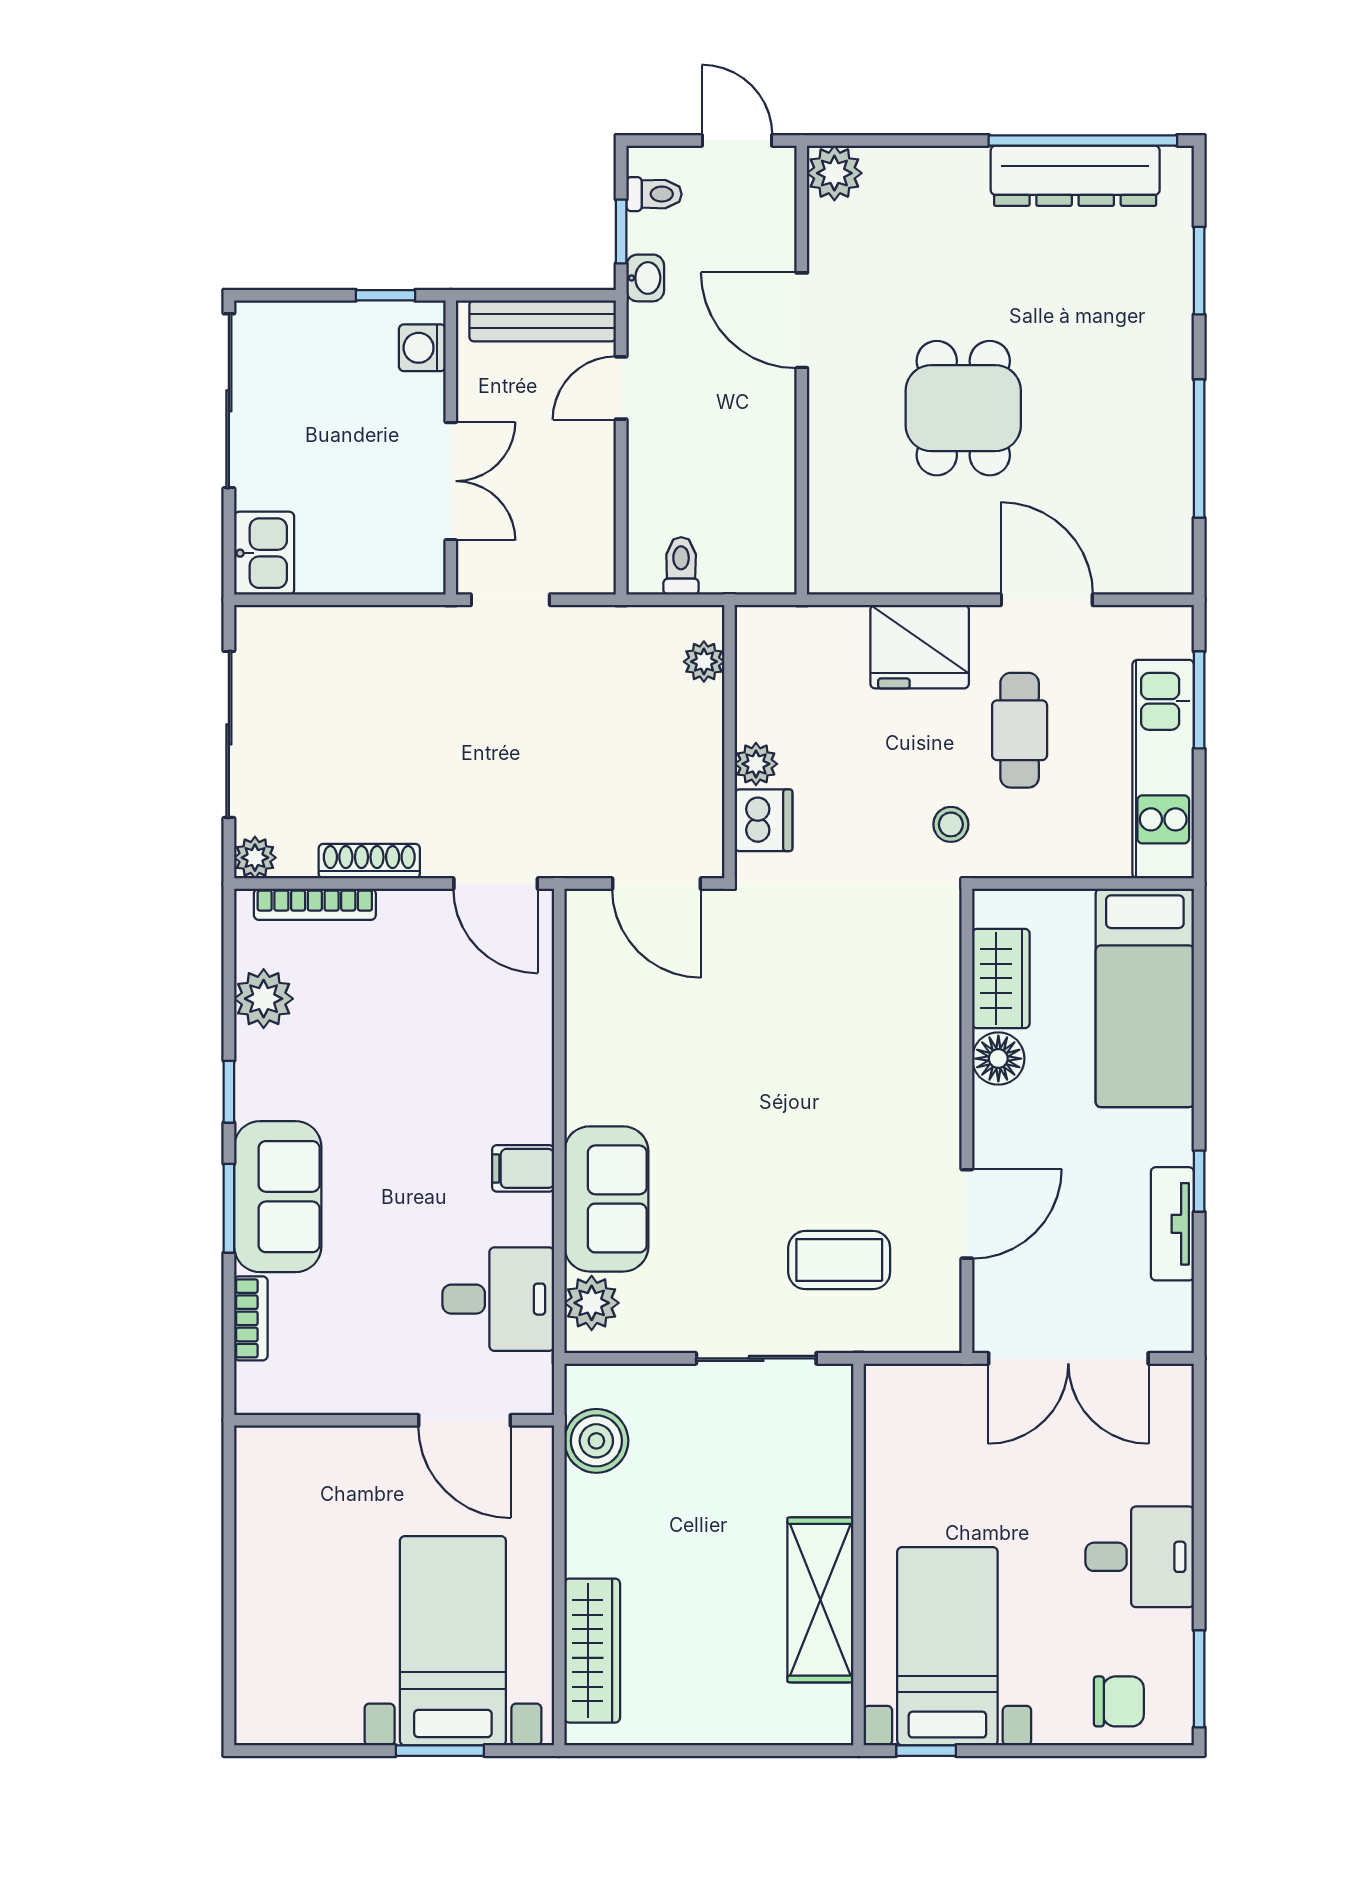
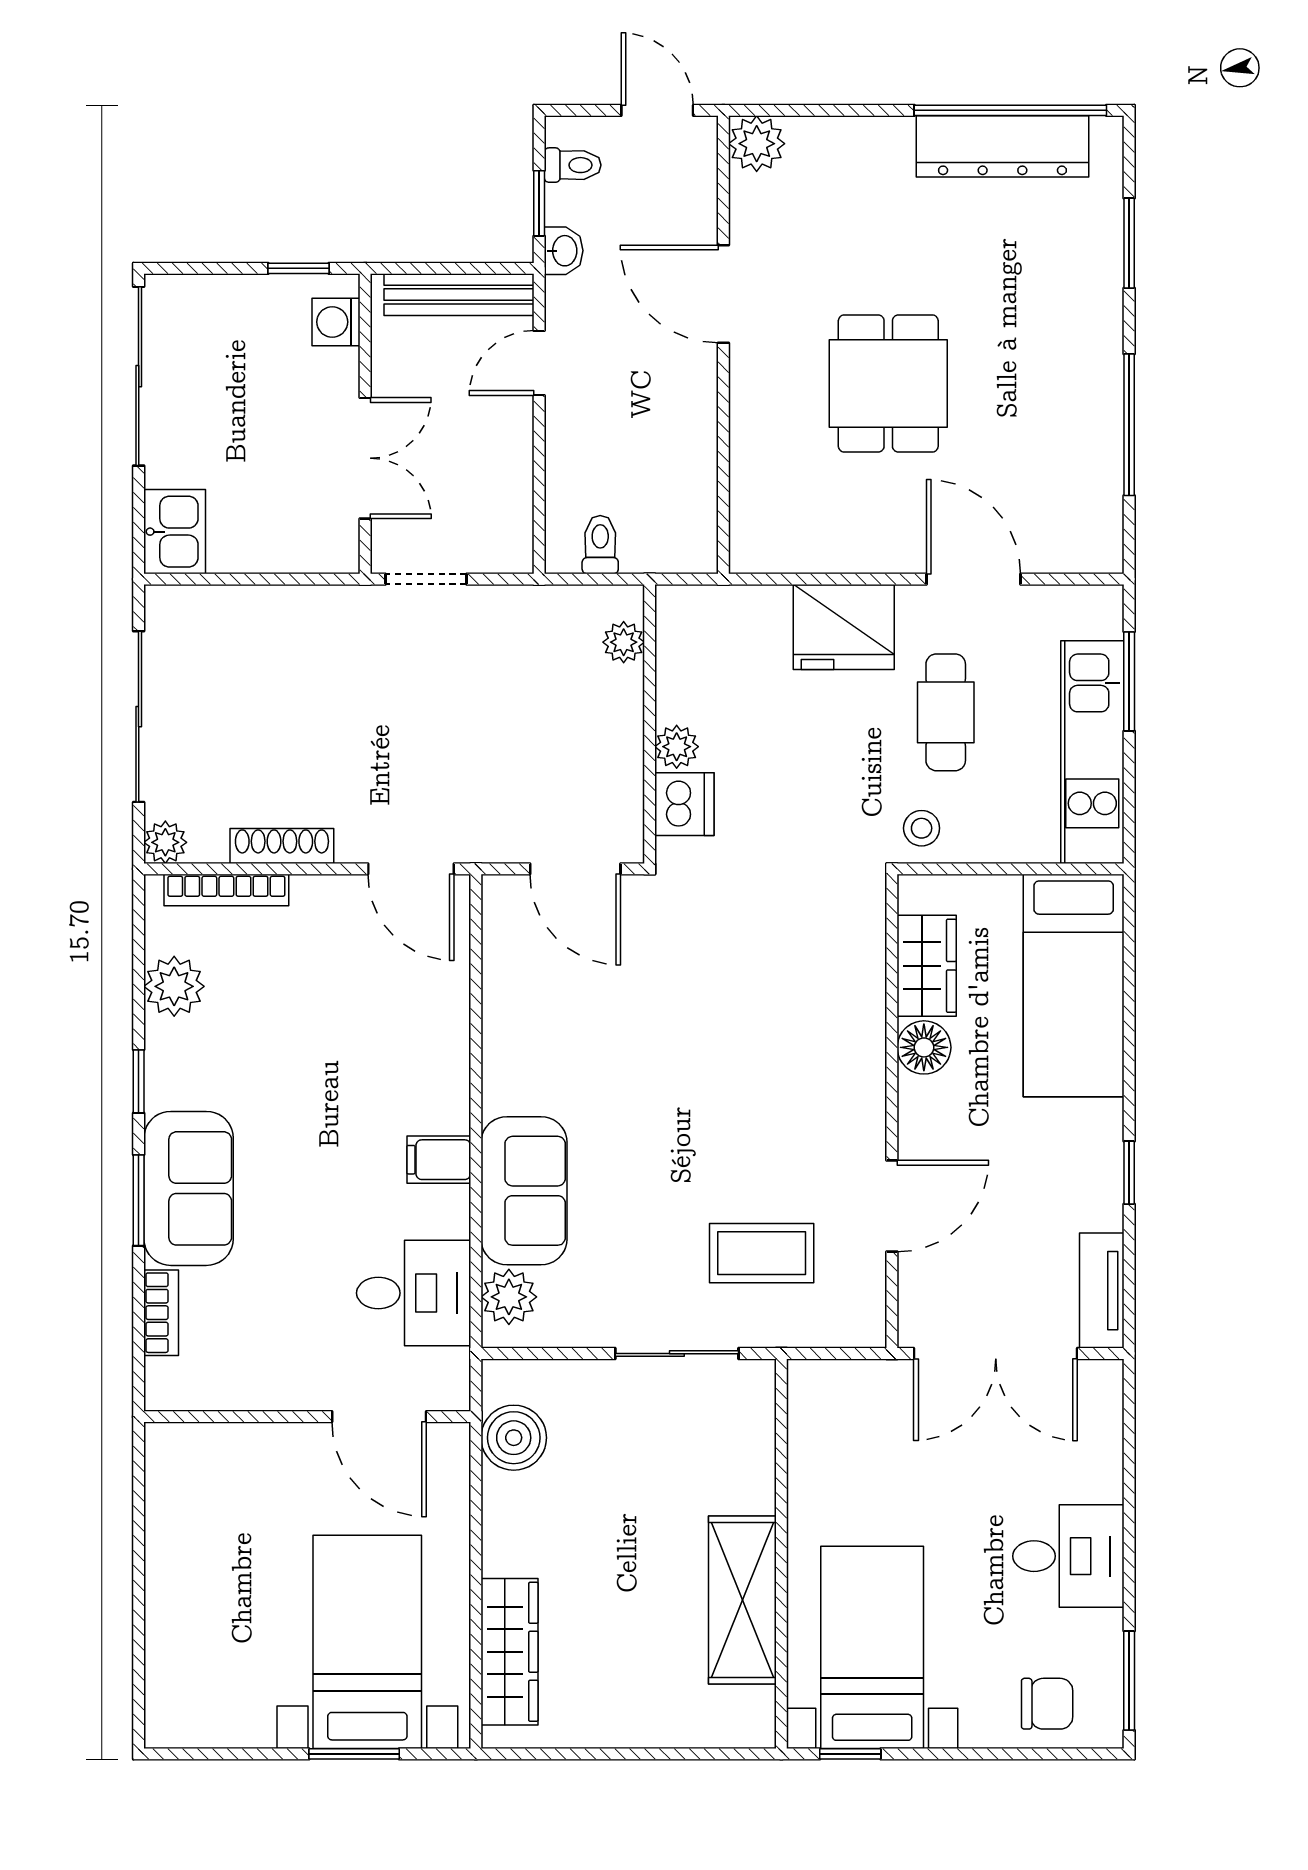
stool: (951, 824) -> (922, 828), moved
tv unit: (1172, 1224) -> (1102, 1291), moved

